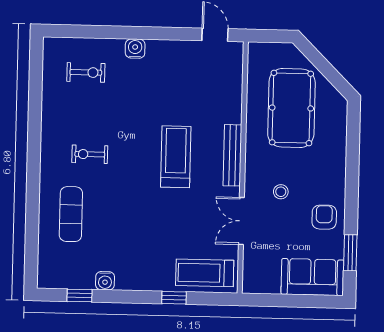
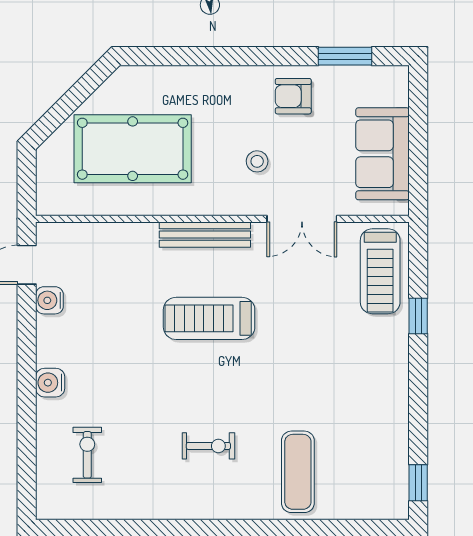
exercise bike: (90, 154) -> (208, 446), turned -90
exercise mat: (71, 214) -> (298, 472), turned 90
sofa: (312, 277) -> (382, 154), moved
water cooler: (105, 281) -> (49, 300), moved, turned 180
window: (80, 295) -> (418, 483), moved

